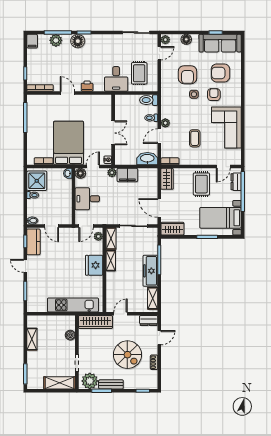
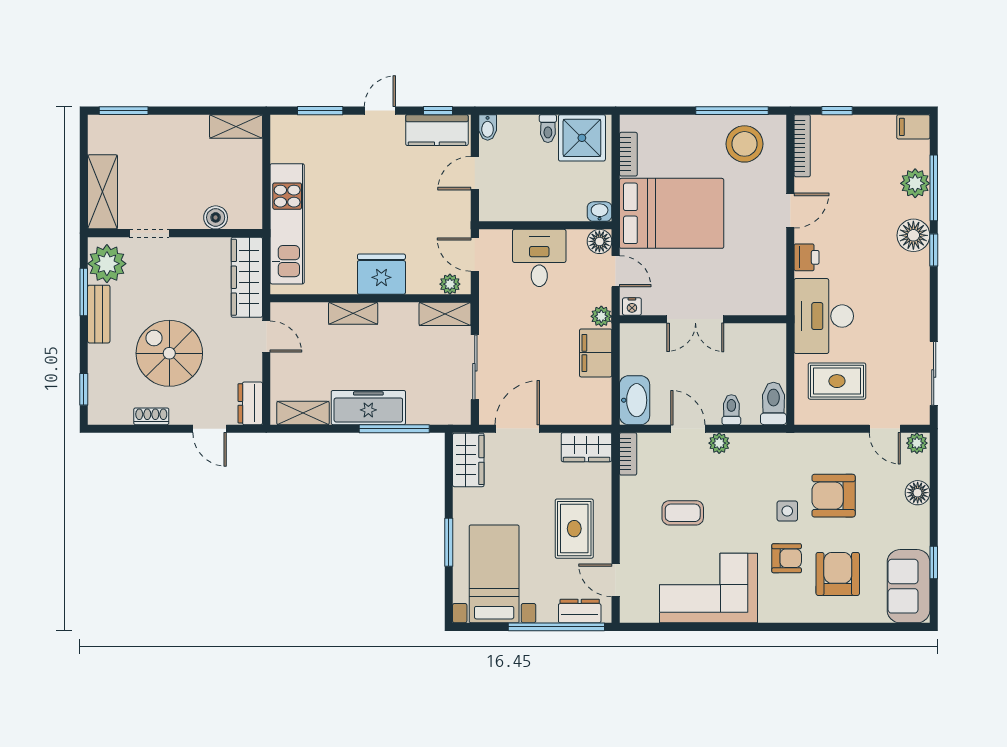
sofa: (220, 43) -> (909, 586), width x0.73
desk: (116, 79) -> (824, 316), width x1.37
stool: (39, 112) -> (745, 144), added
rug: (201, 184) -> (574, 529), turned 90
shelving: (111, 261) -> (353, 313), moved
shelving: (32, 339) -> (236, 126), moved
spiral stairs: (127, 355) -> (169, 353), turned 90

